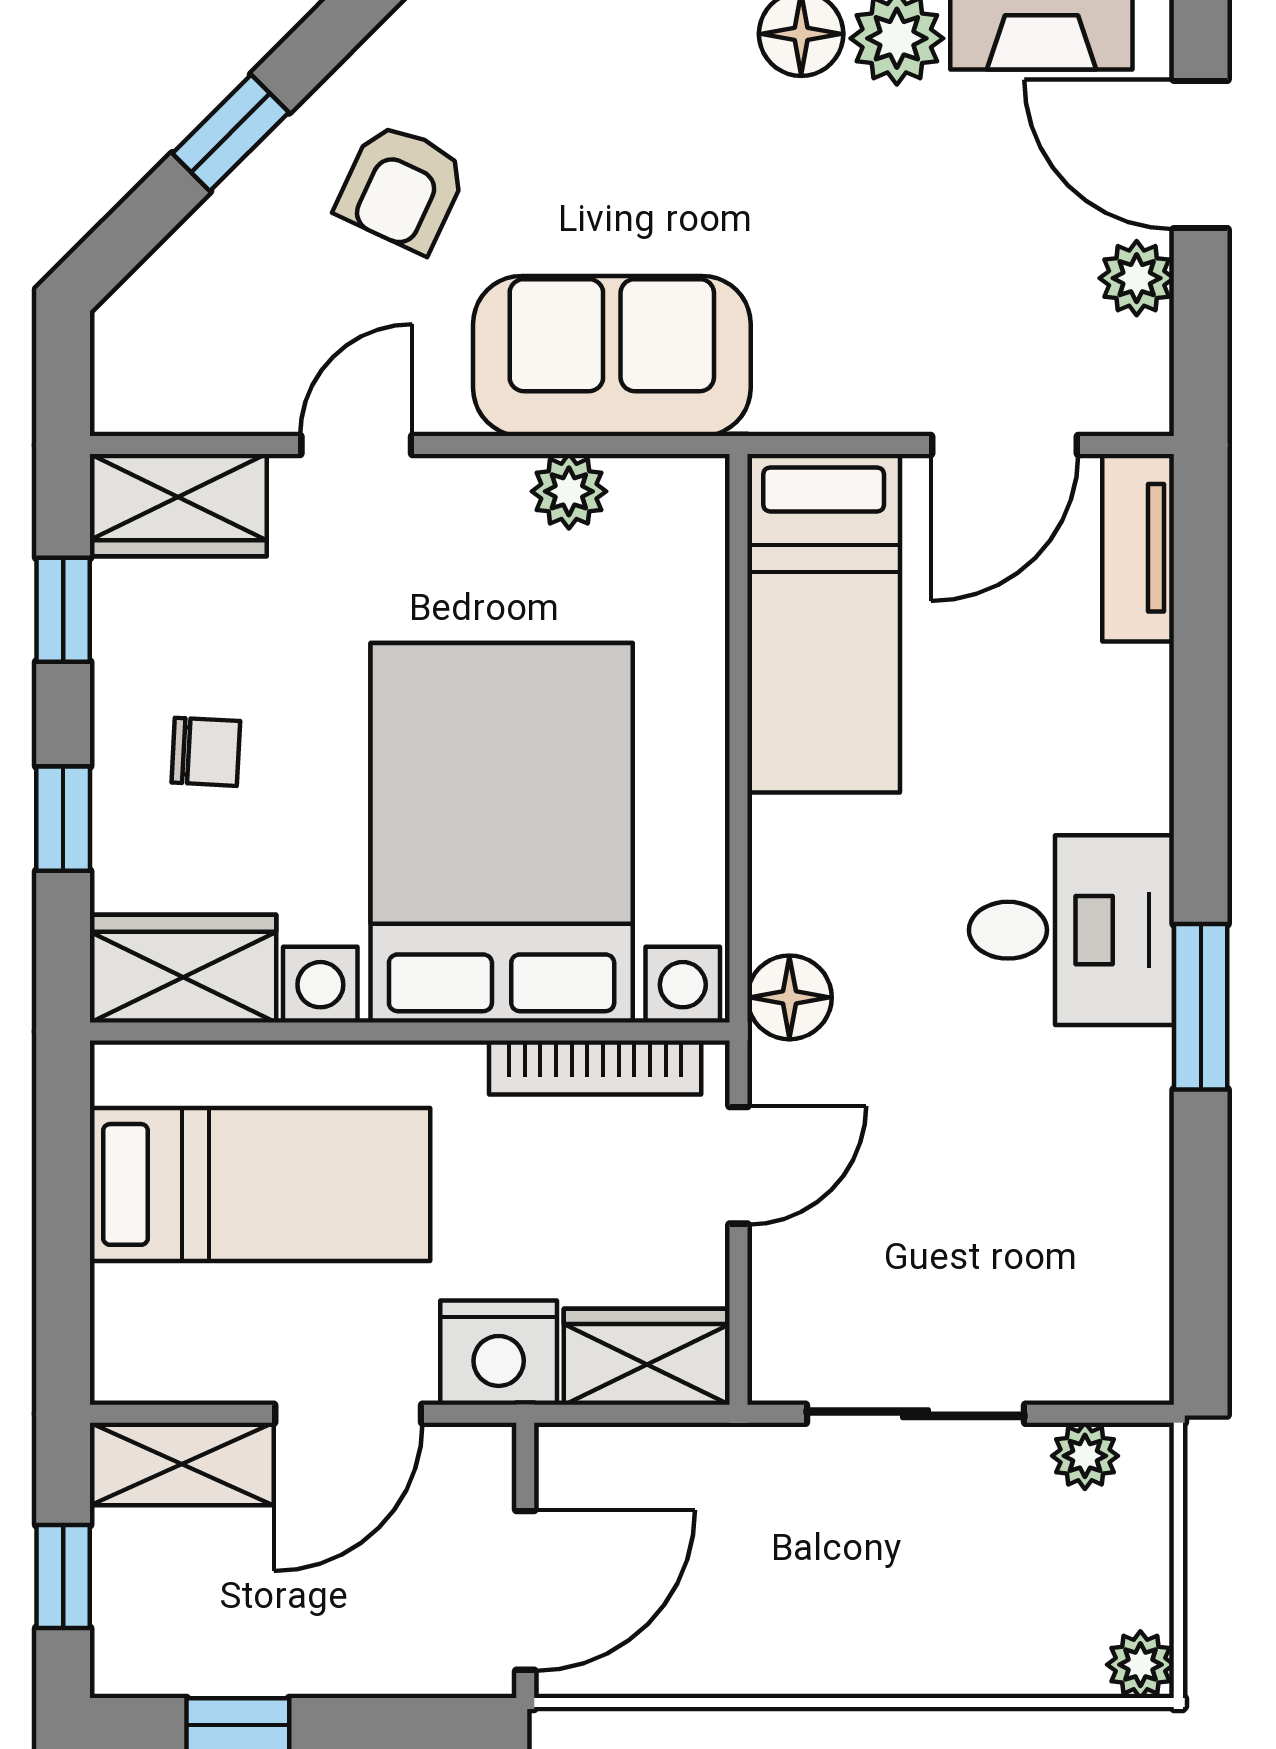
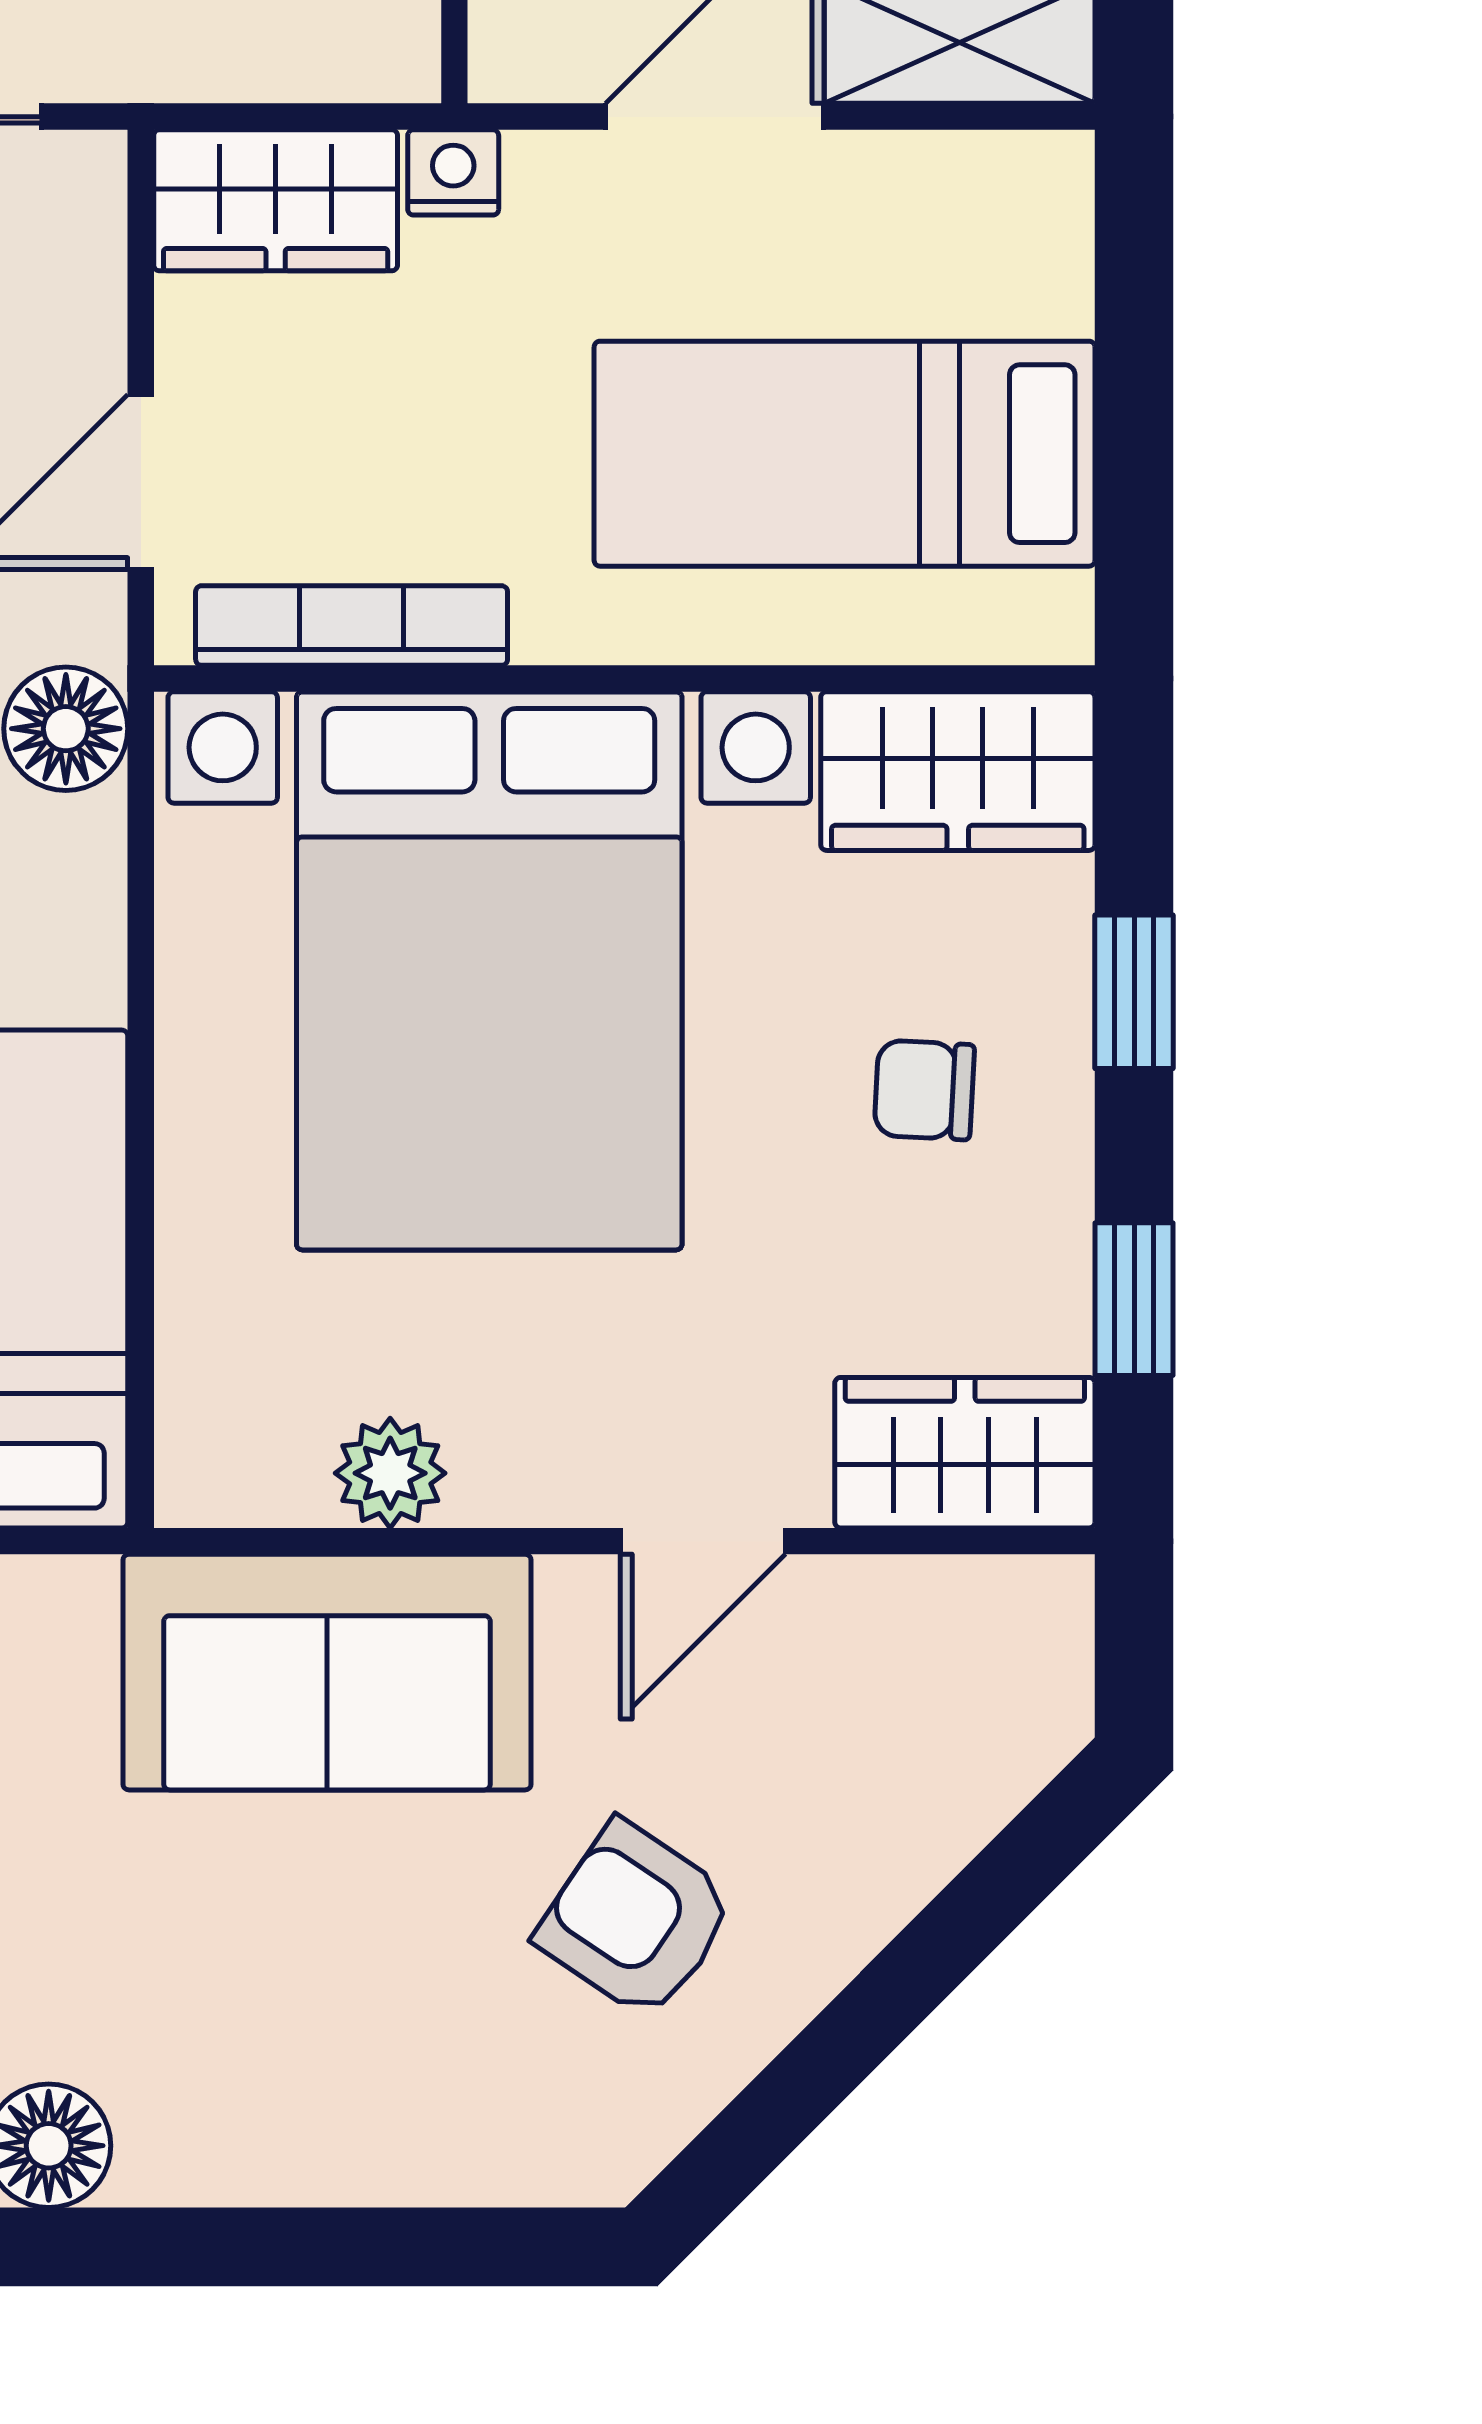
window: (231, 133) -> (888, 2000), removed
armchair: (402, 187) -> (636, 1920), turned -81
nightstand: (499, 1353) -> (453, 172), width x0.53, depth x0.56

